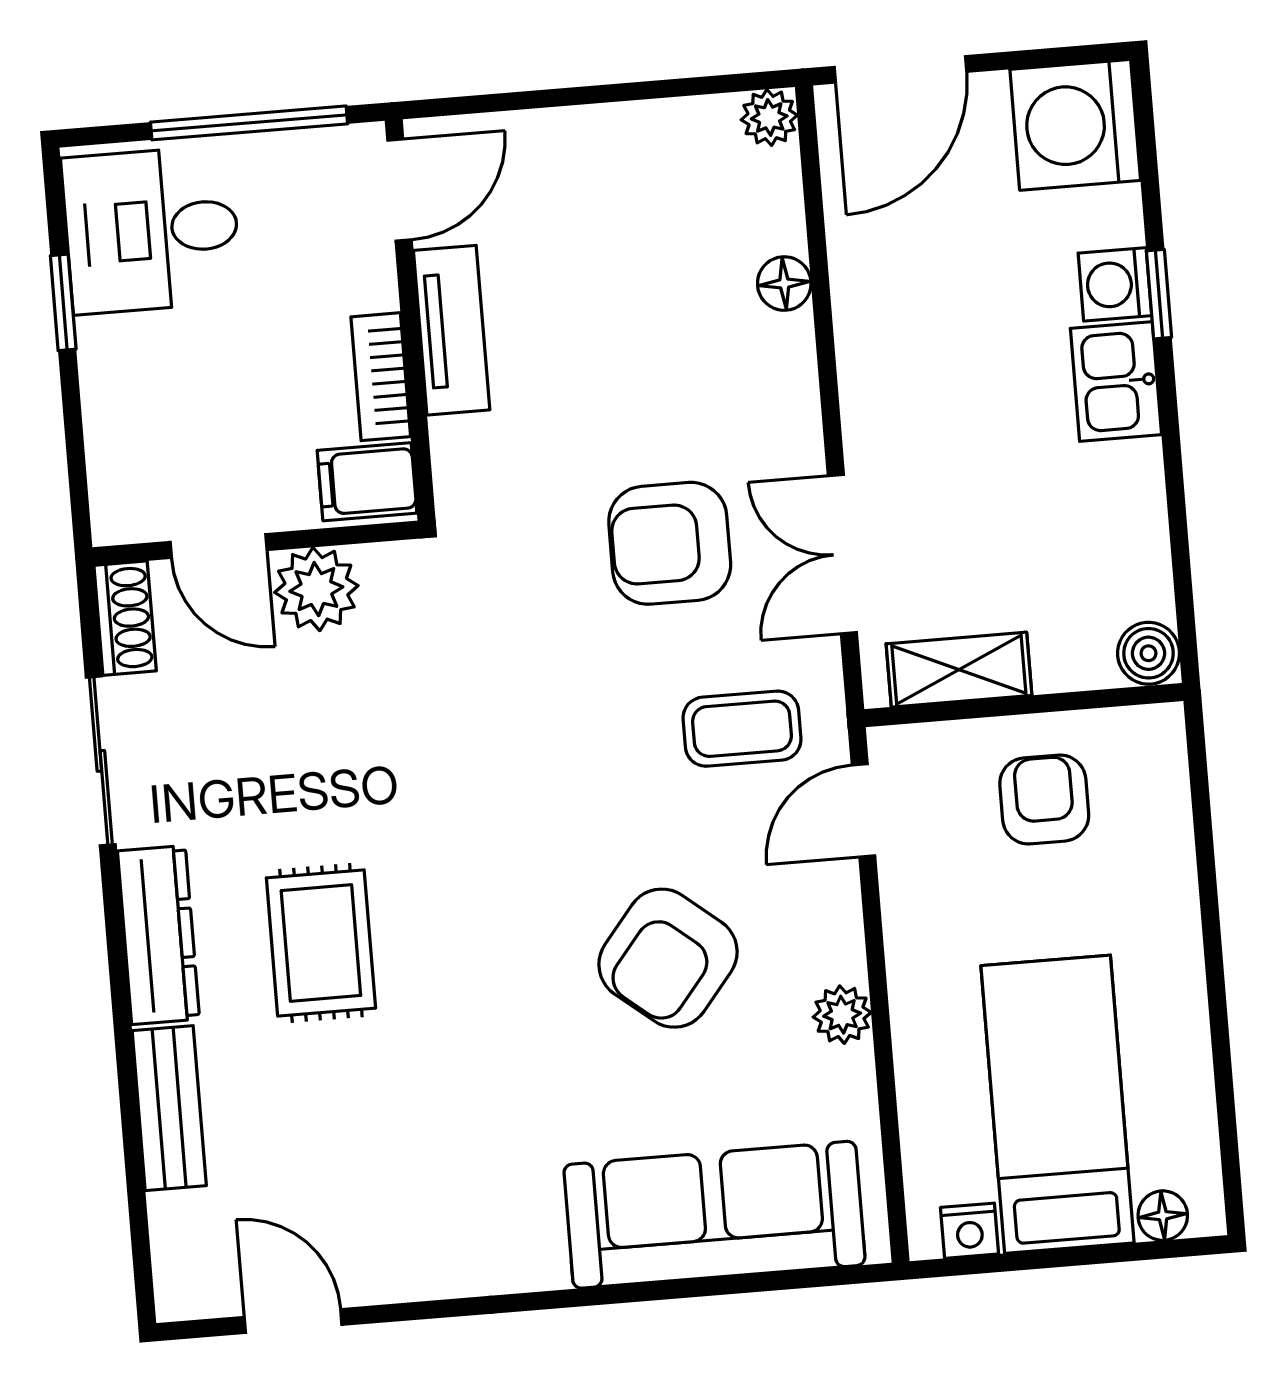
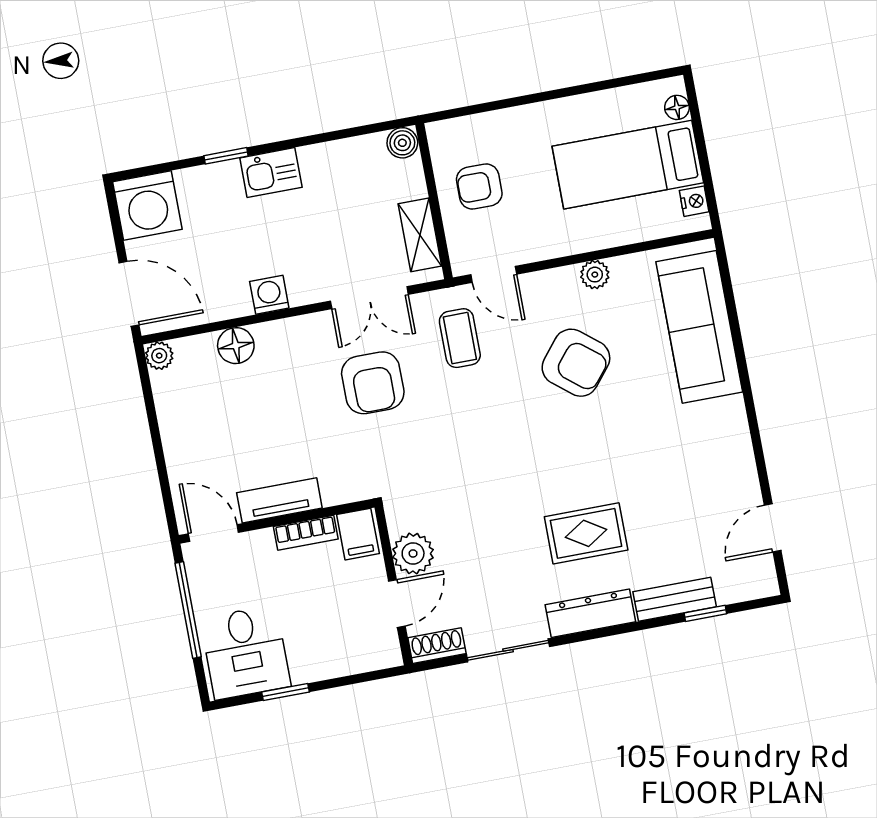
floor lamp: (784, 284) -> (236, 346), width x1.37, depth x1.37
washing machine: (1115, 284) -> (269, 295), moved, turned 180
window: (134, 1167) -> (705, 613), added

